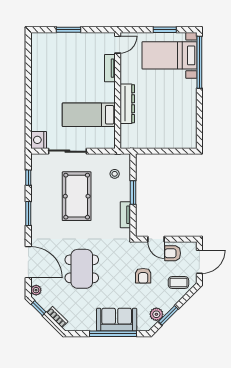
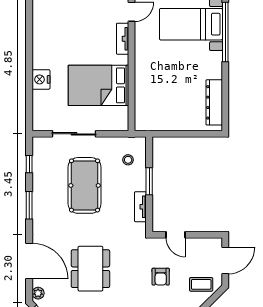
dresser: (127, 104) -> (214, 102), moved, turned 180
bed: (89, 115) -> (98, 85), width x1.50
nightstand: (39, 140) -> (41, 79), moved
armchair: (173, 253) -> (194, 251), removed

